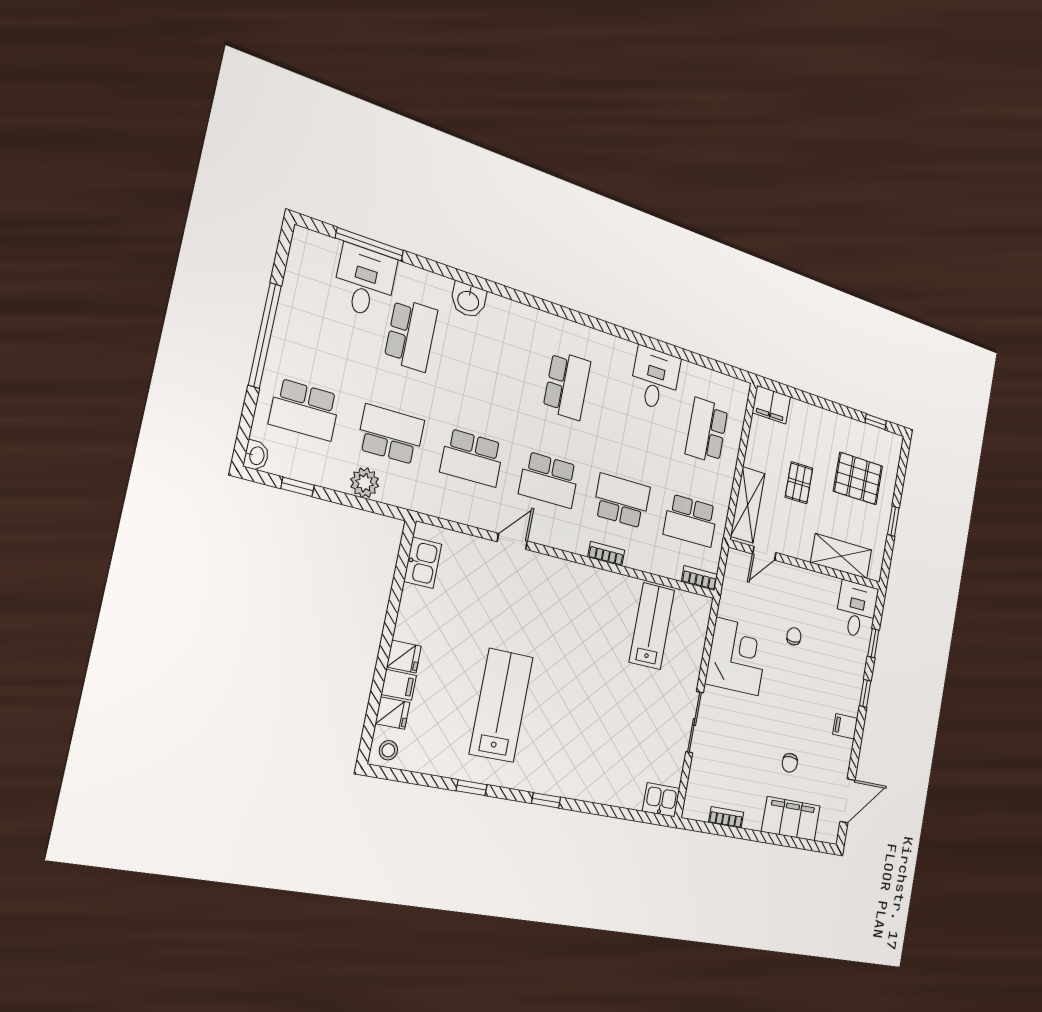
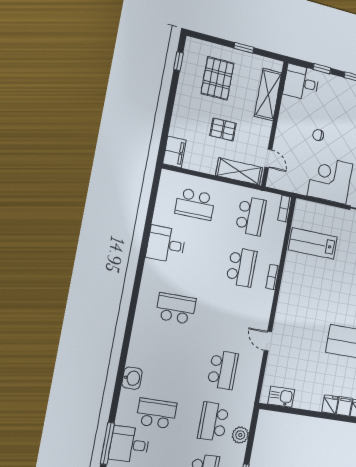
school desk: (549, 480) -> (232, 318), removed
school desk: (622, 501) -> (242, 267), turned 180

